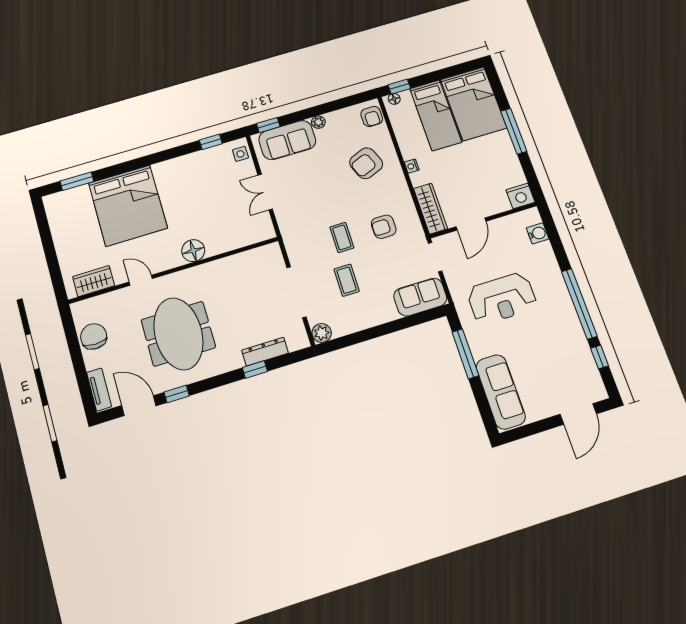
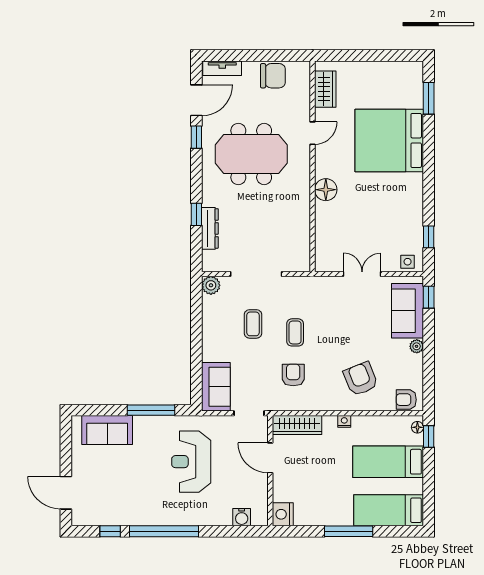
bed: (474, 104) -> (389, 510), width x0.67
coffee table: (342, 237) -> (295, 332), turned 90
coffee table: (347, 280) -> (253, 324), turned 90
sofa: (501, 392) -> (107, 430), width x0.73

